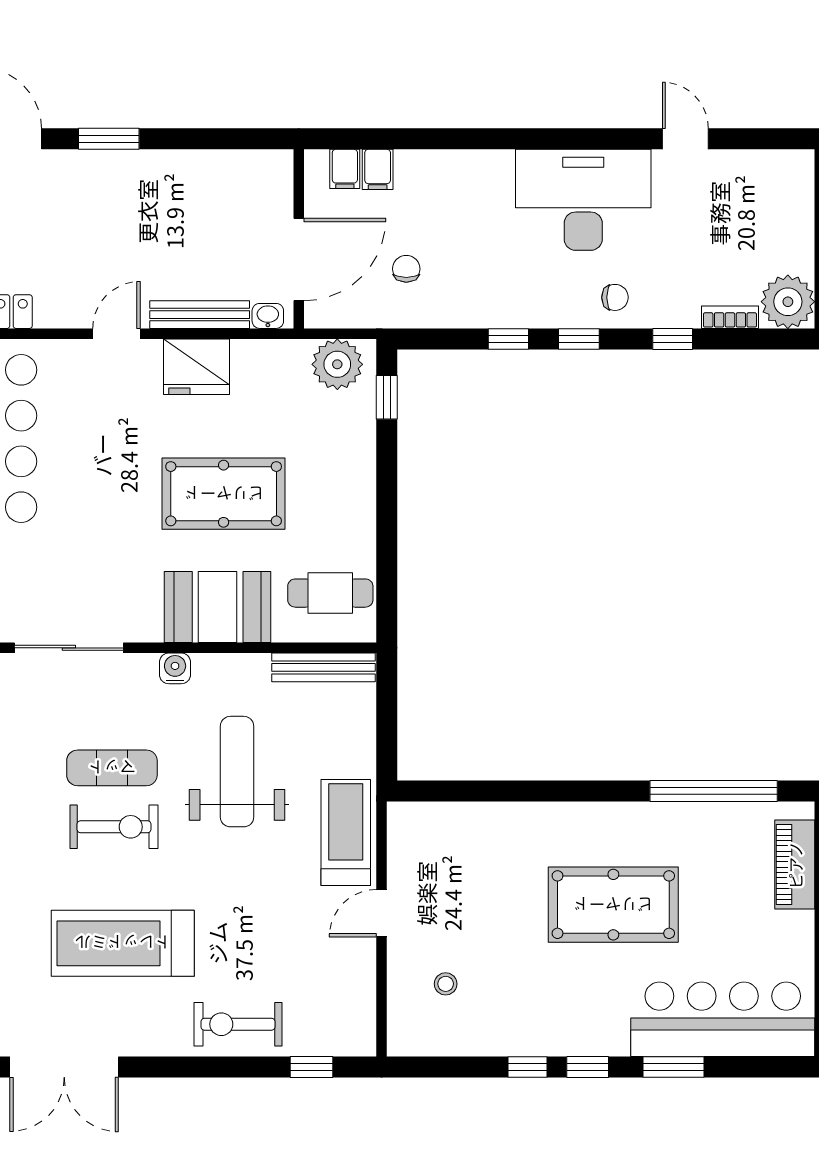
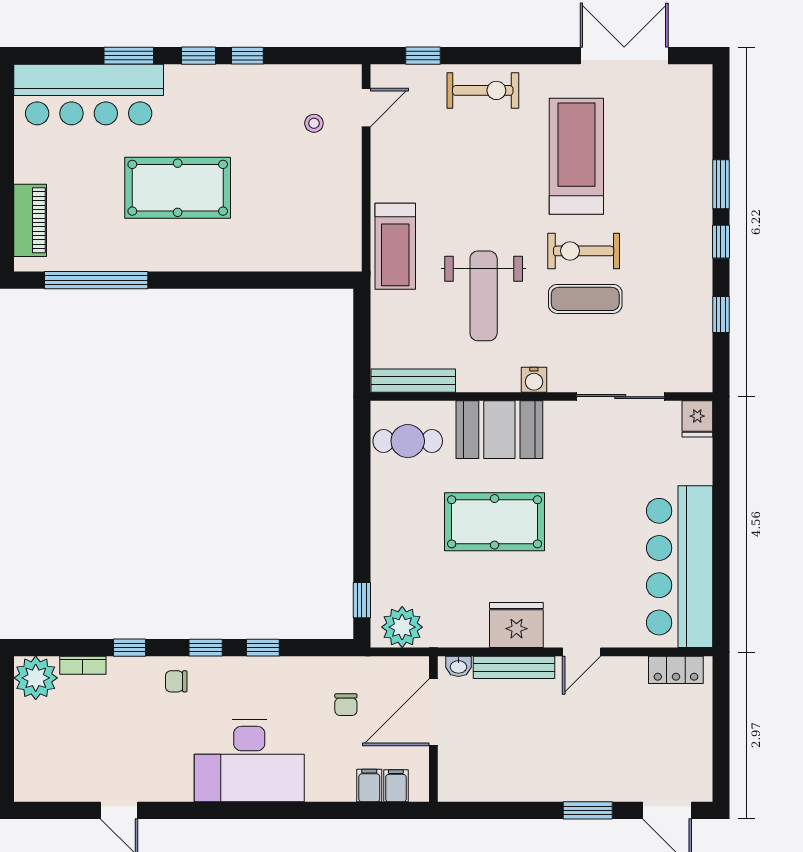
desk: (583, 200) -> (249, 761), moved
door: (382, 913) -> (366, 108), moved
treadmill: (123, 943) -> (576, 156), turned -90

